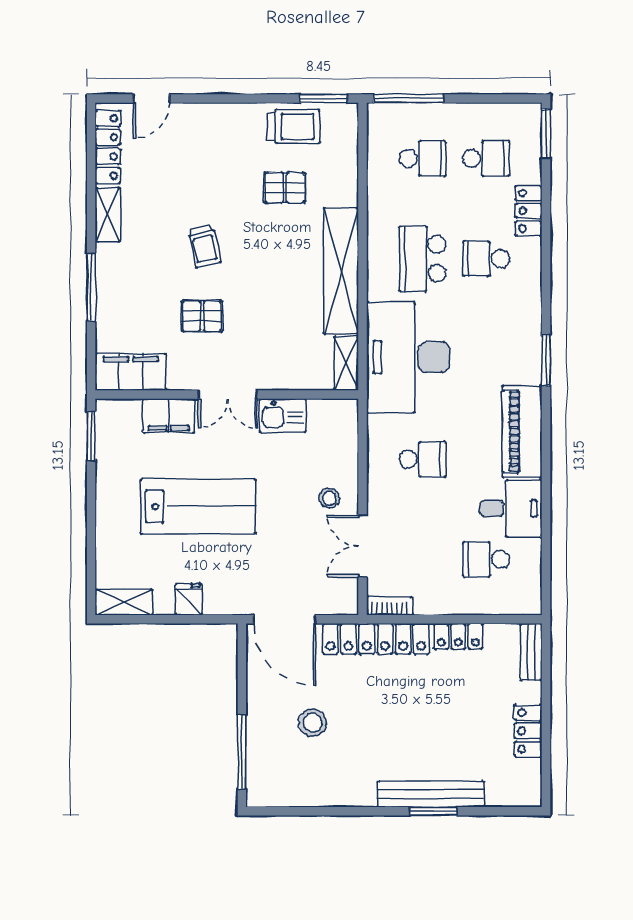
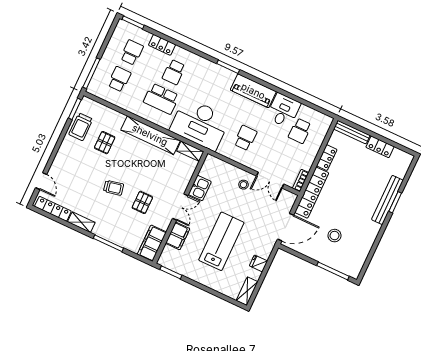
trolley: (294, 127) -> (81, 127), turned 180
bench: (531, 652) -> (352, 132), width x1.36

